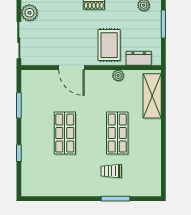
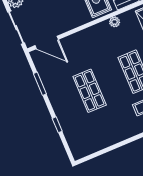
door: (71, 68) -> (47, 42), moved

